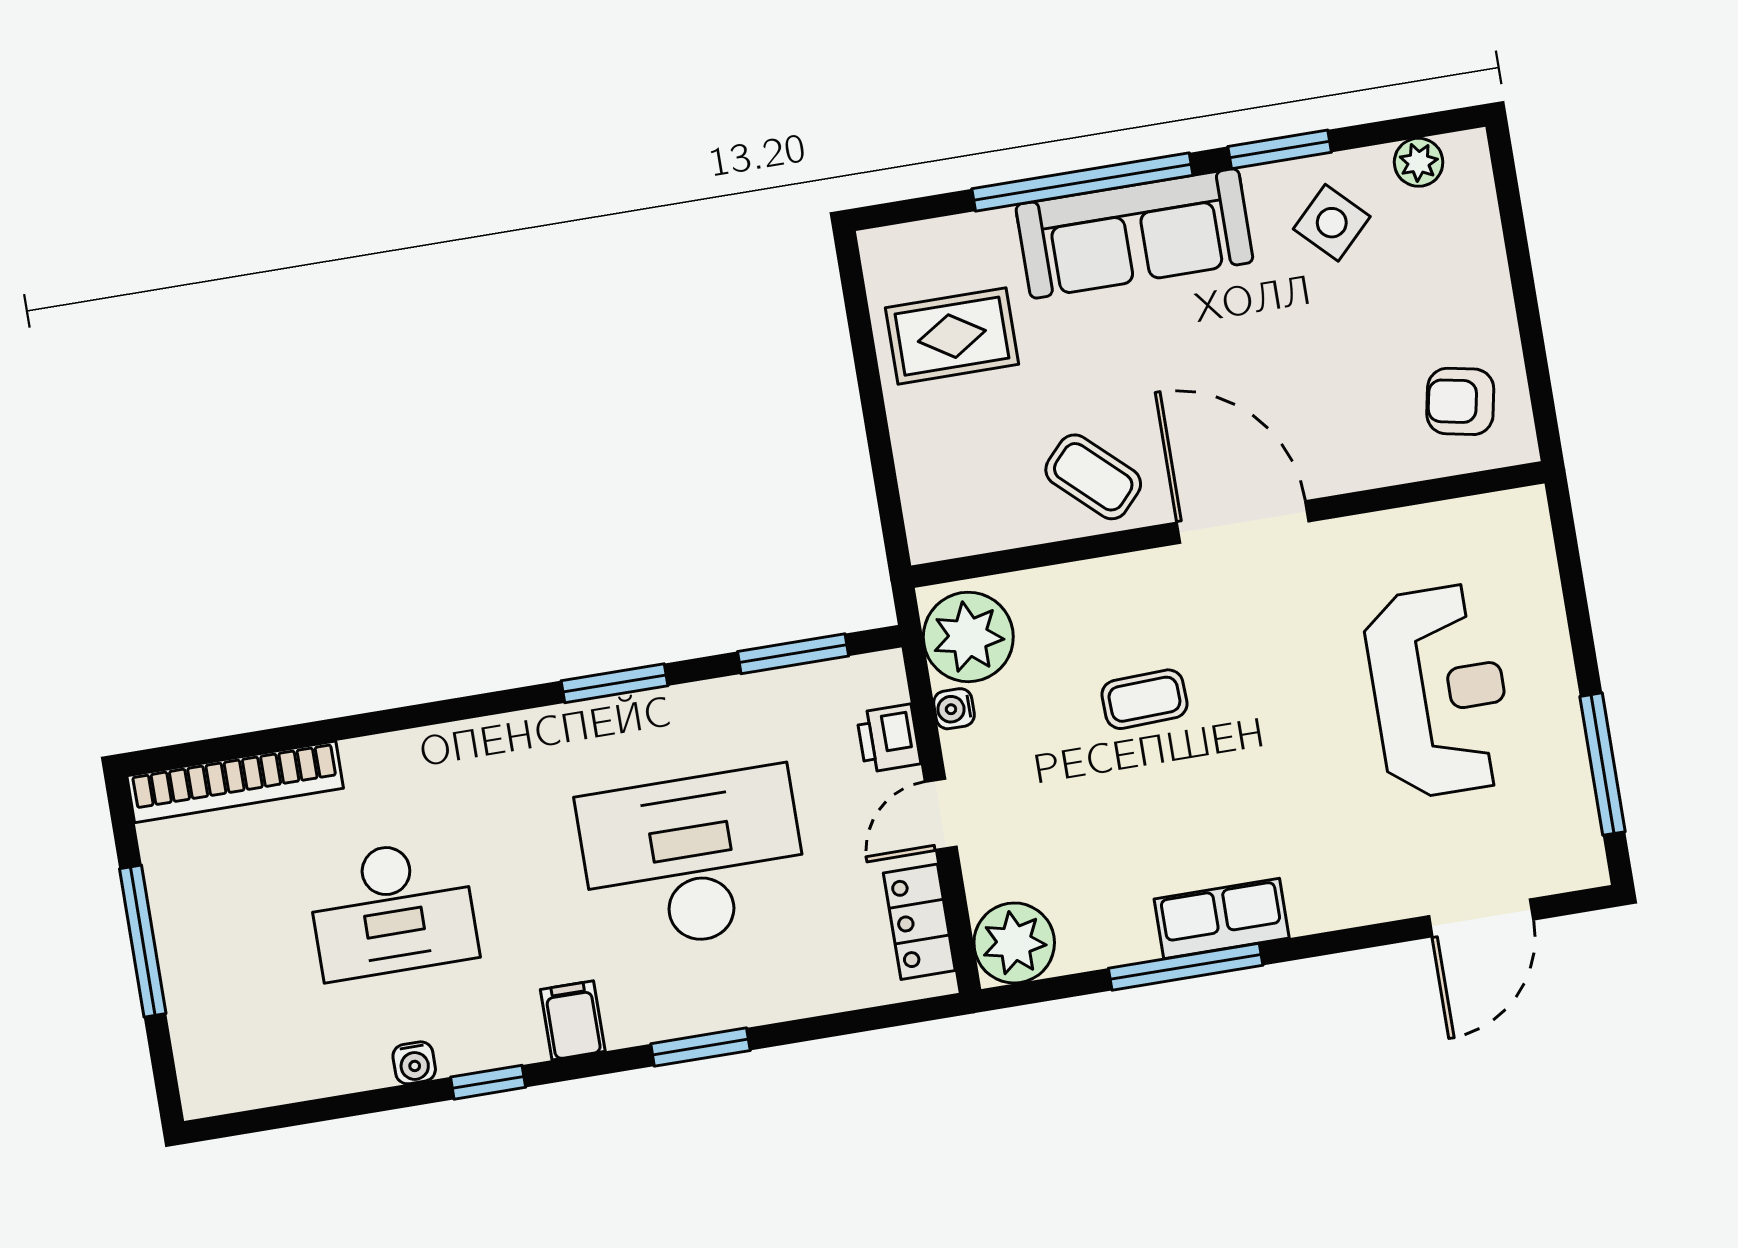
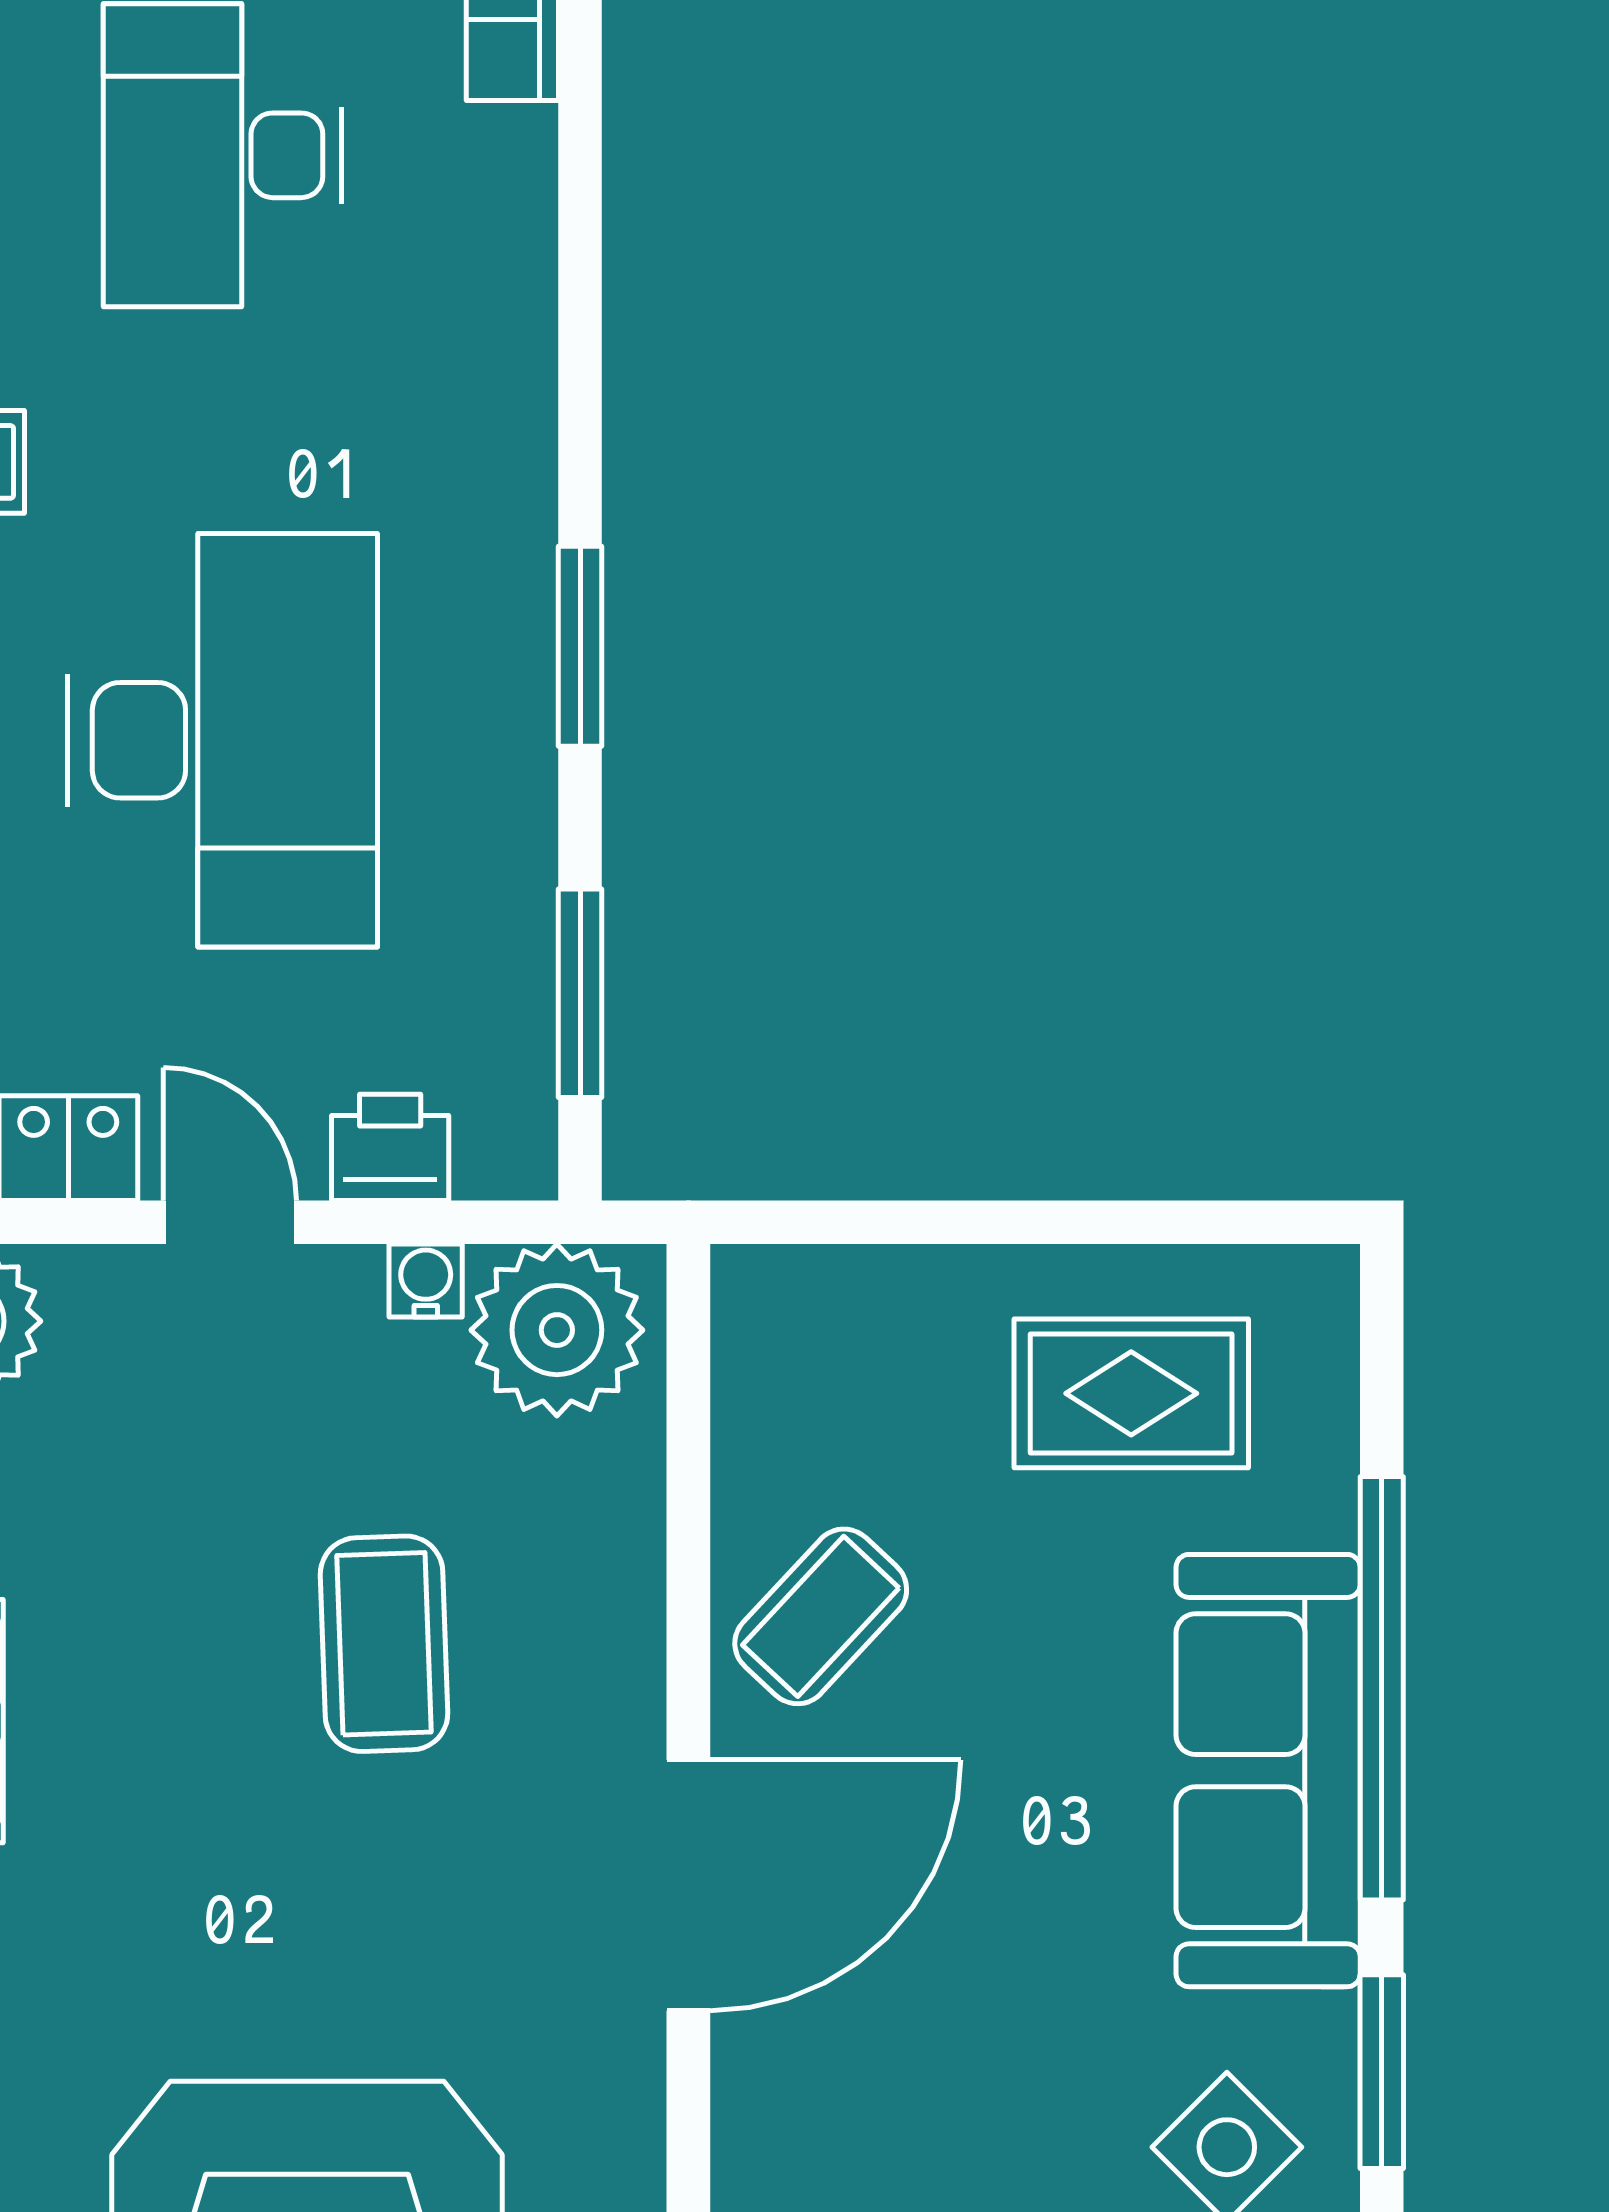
rug: (952, 336) -> (1131, 1393), turned 90
coffee table: (1144, 699) -> (384, 1644), width x1.36, depth x1.30

